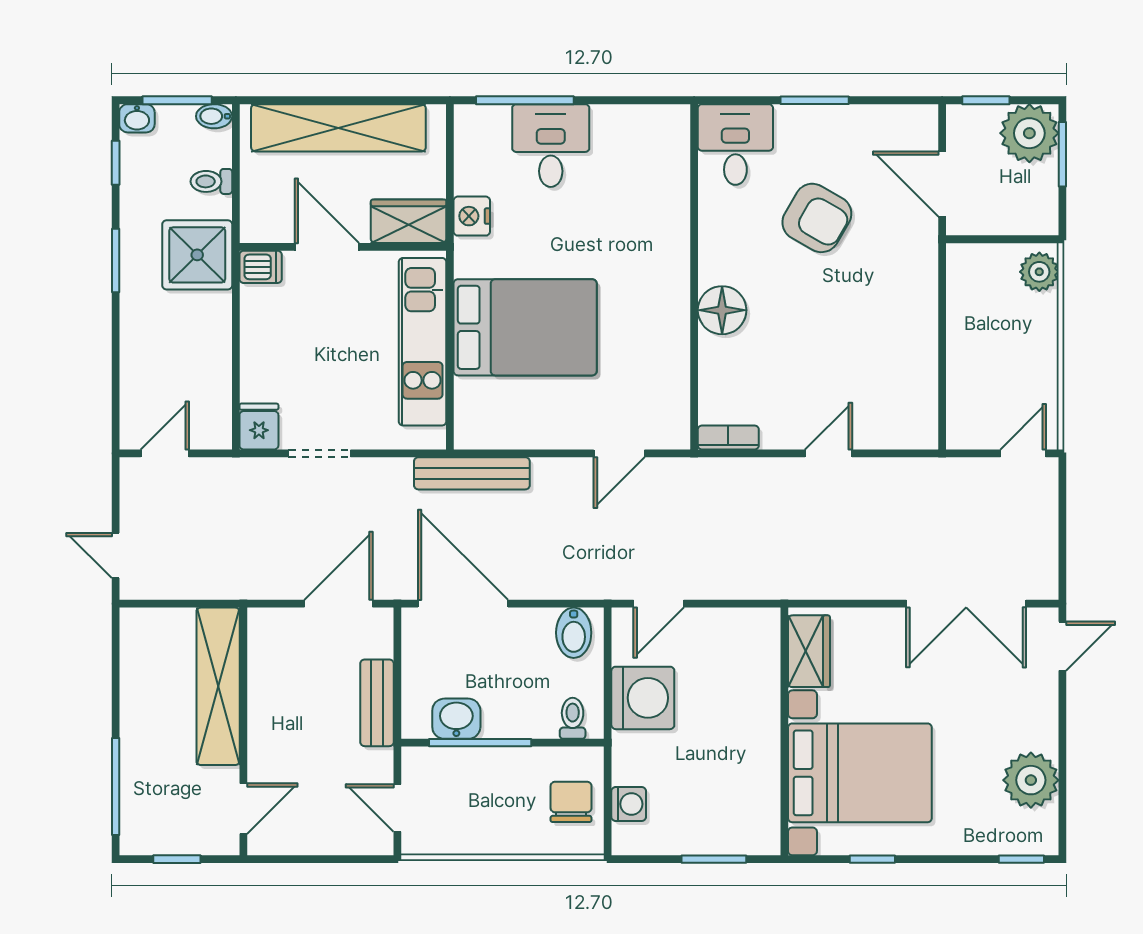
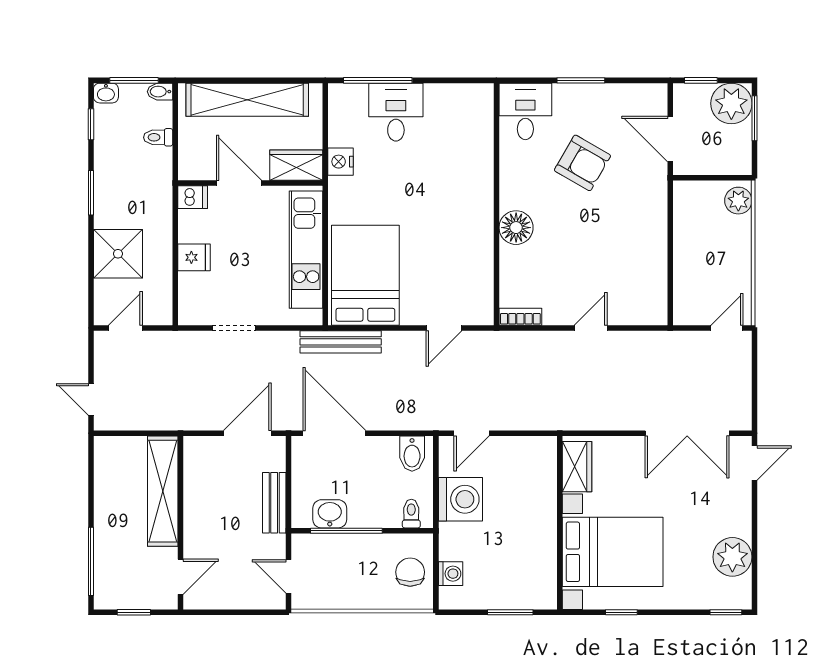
shower: (197, 255) -> (118, 254), moved
bed: (525, 327) -> (365, 275), moved, turned -90
fridge: (259, 427) -> (194, 257), moved, turned 90

